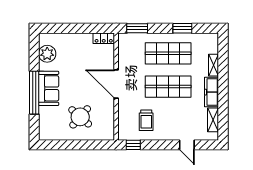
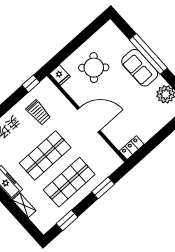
window: (137, 28) -> (103, 188), moved
window: (182, 28) -> (67, 220), moved
trolley: (146, 120) -> (38, 113), turned 180
fridge: (108, 133) -> (60, 75), added

